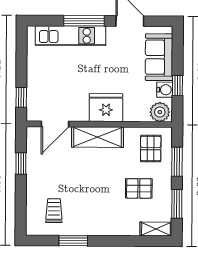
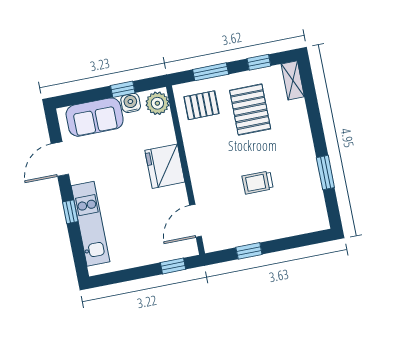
window: (84, 21) -> (70, 212), width x0.46
door: (55, 124) -> (196, 221), swing flipped
shelving: (97, 137) -> (201, 169), removed
pallet: (139, 188) -> (250, 110), width x1.50, depth x1.42
window: (177, 204) -> (259, 62), width x0.67
trolley: (54, 211) -> (258, 182), moved

